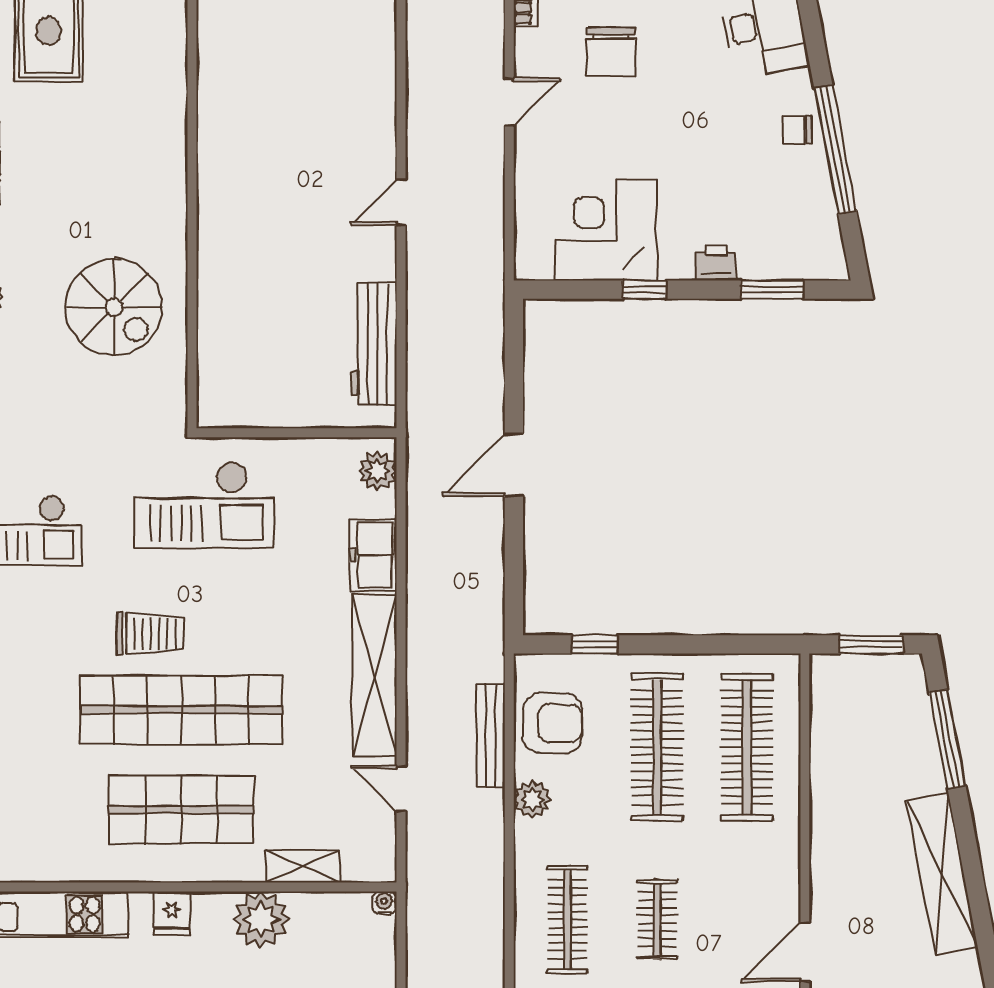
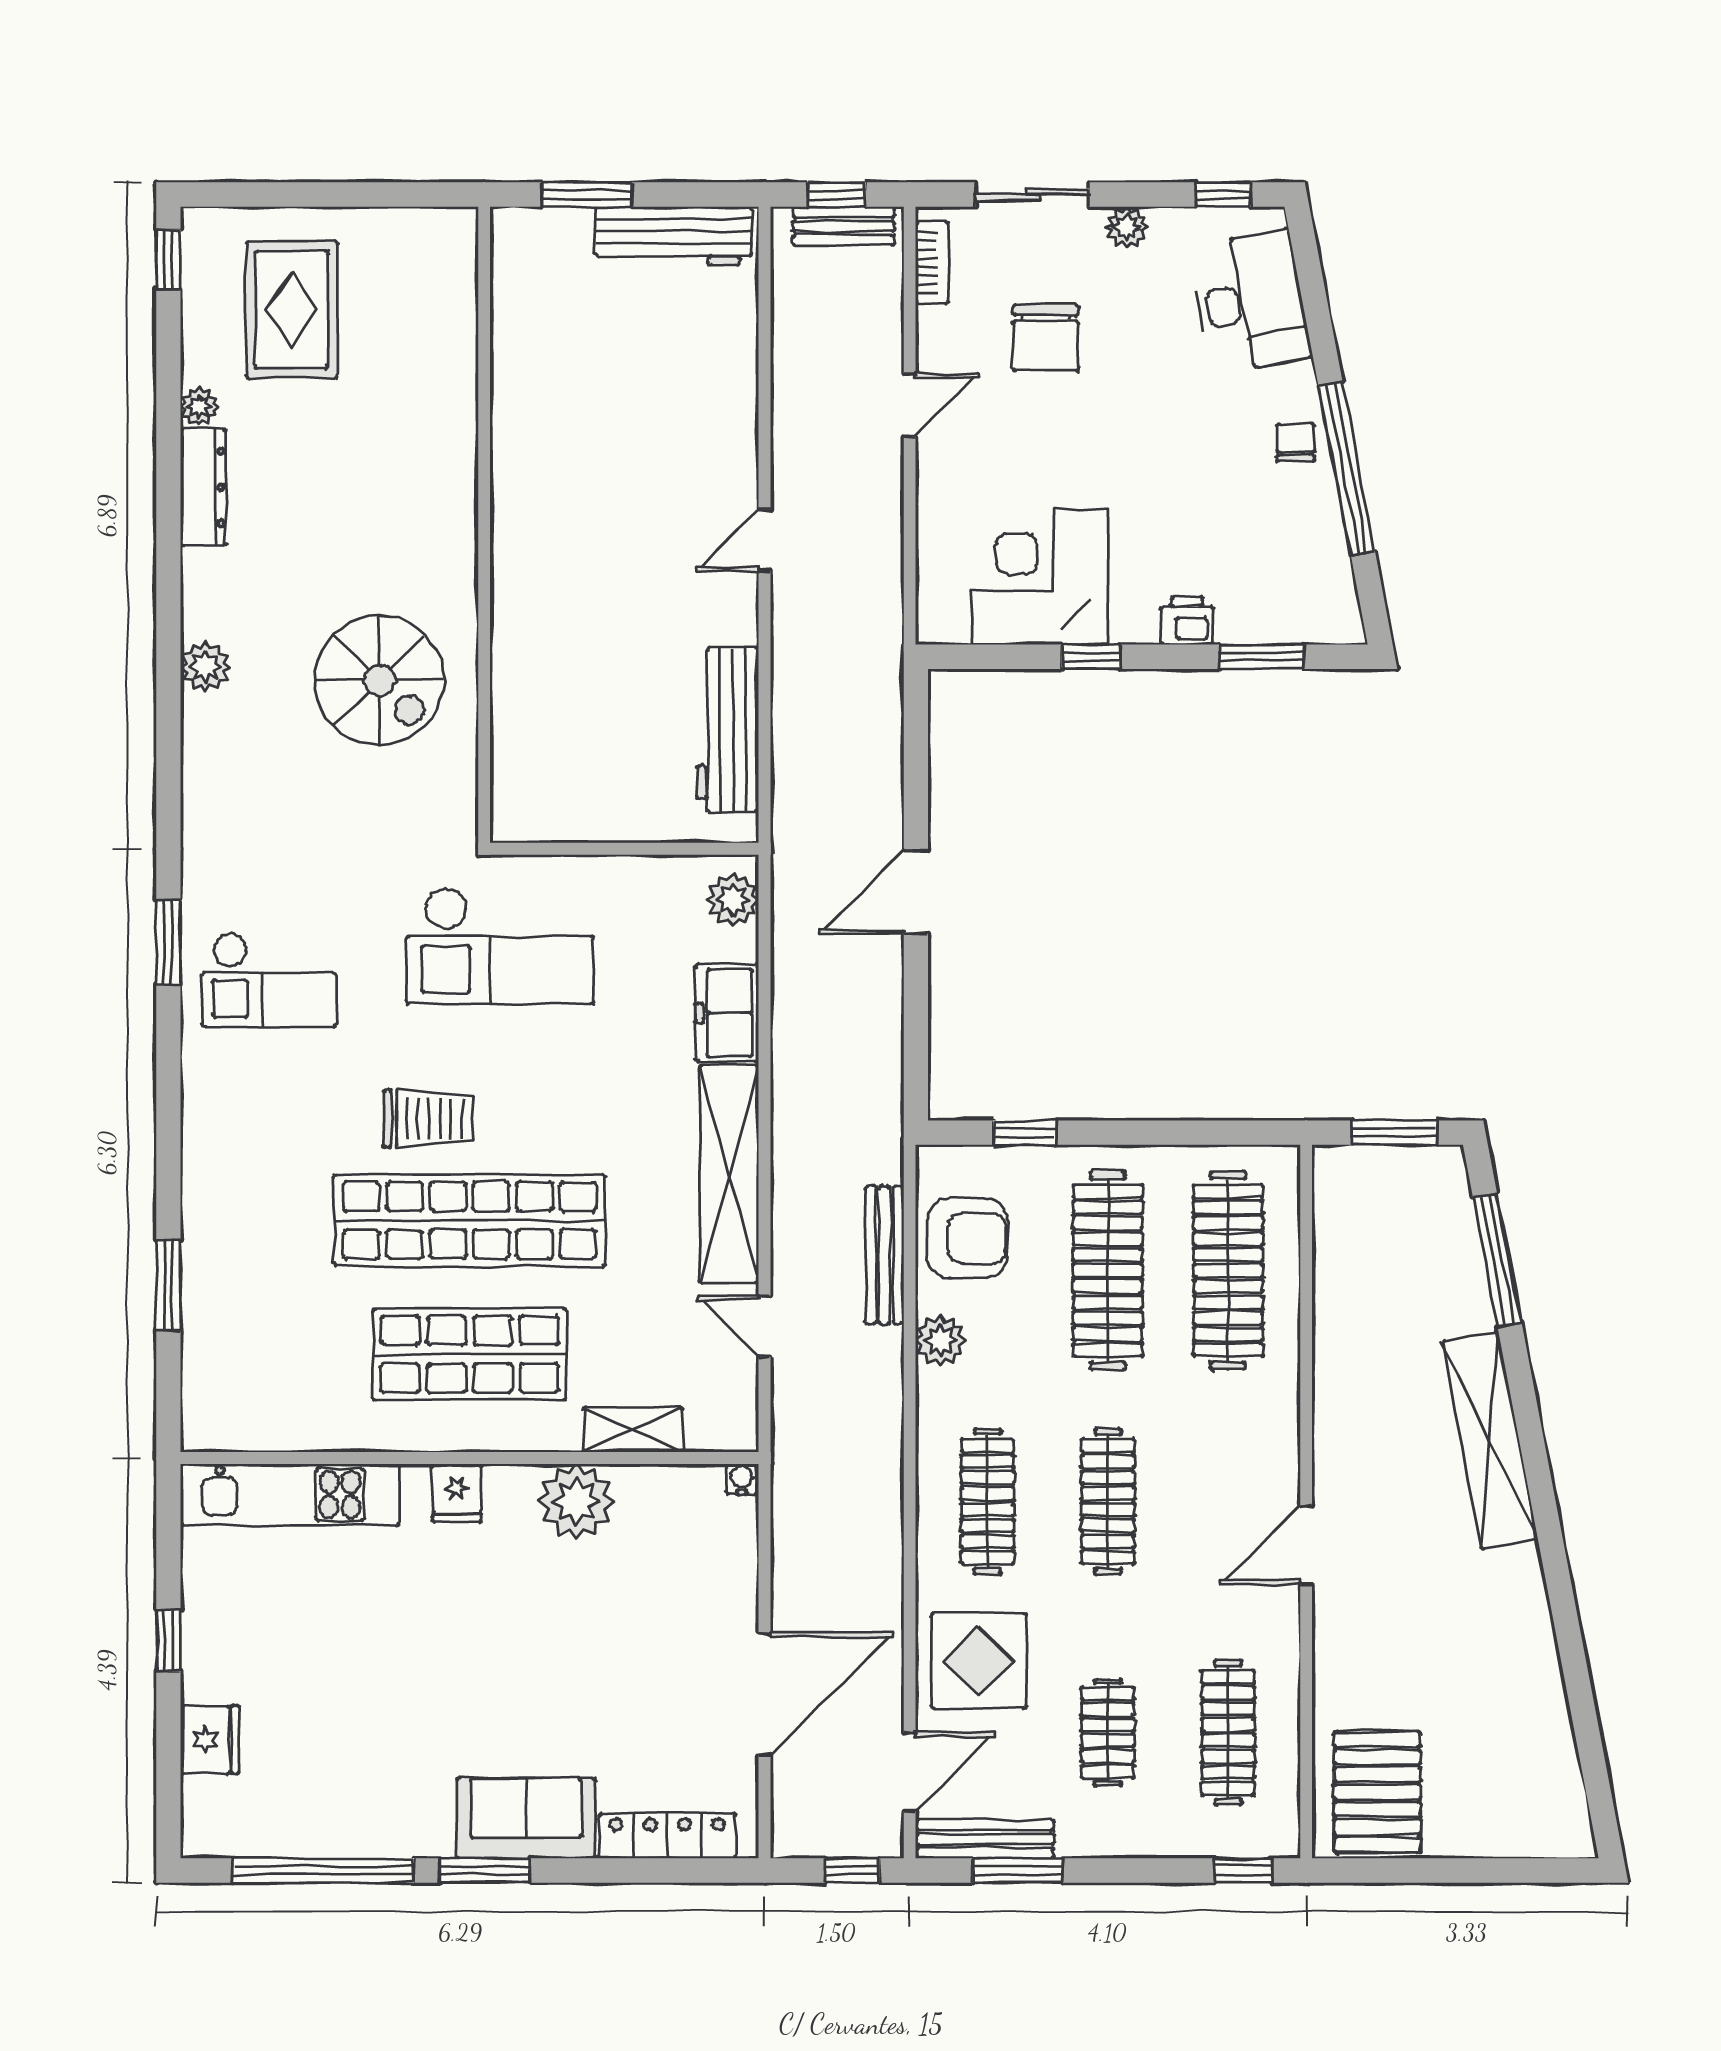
chair: (797, 130) -> (1296, 442), turned 90
clothes rail: (657, 919) -> (1108, 1502), width x1.36

